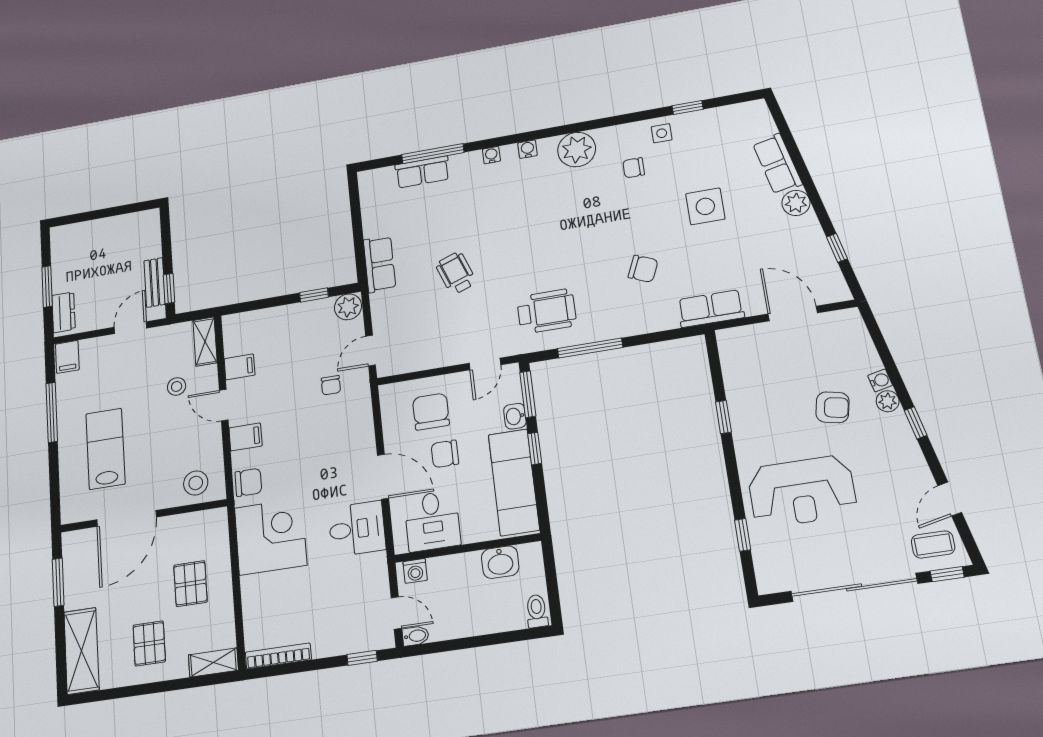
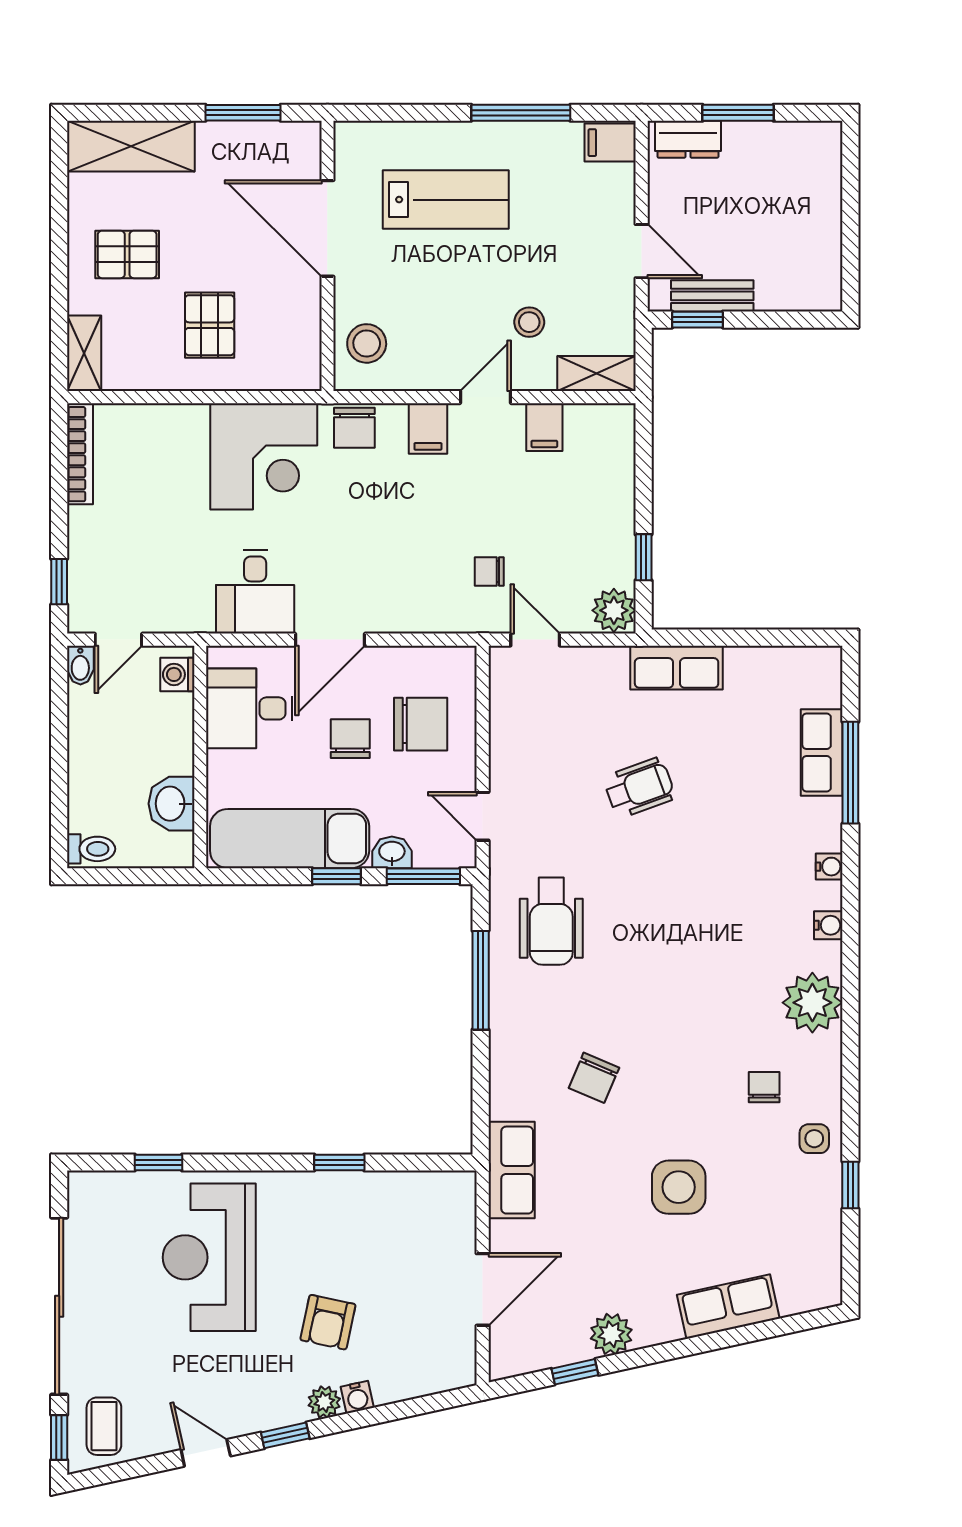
plant: (796, 203) -> (611, 1334), moved
door: (950, 499) -> (206, 1453), moved
pallet: (191, 584) -> (210, 325), turned 90

